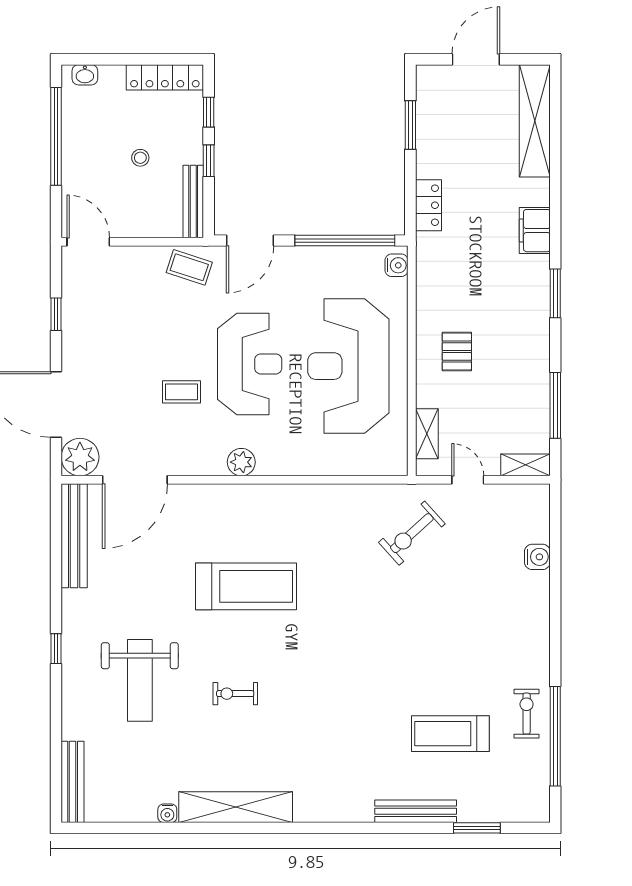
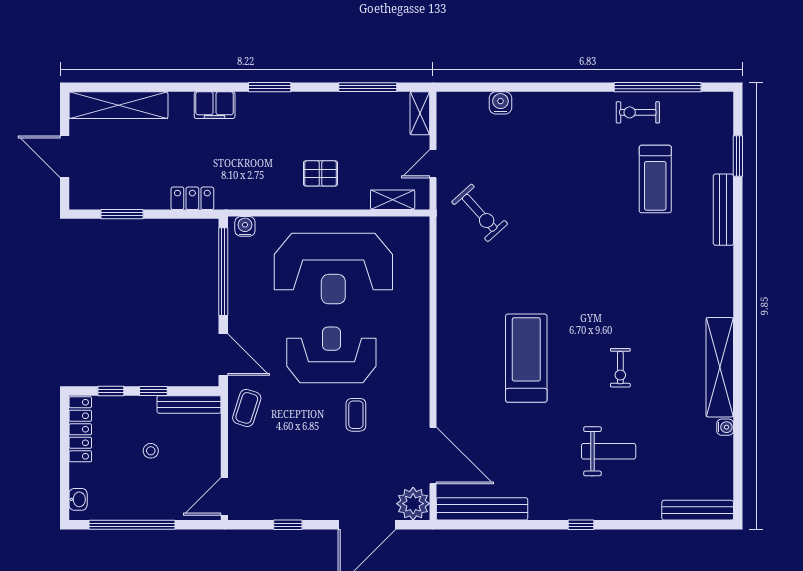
plant: (241, 462) -> (417, 362), removed
weight bench: (140, 680) -> (609, 451), width x0.73, depth x0.75

